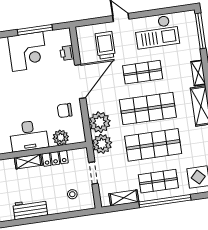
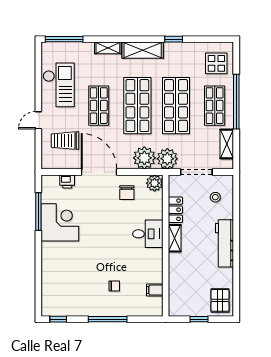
desk: (29, 136) -> (148, 234), width x0.73
plant: (61, 138) -> (155, 183), moved
doorway: (93, 173) -> (196, 172), width x1.38
workbench: (30, 209) -> (225, 243), width x1.38

